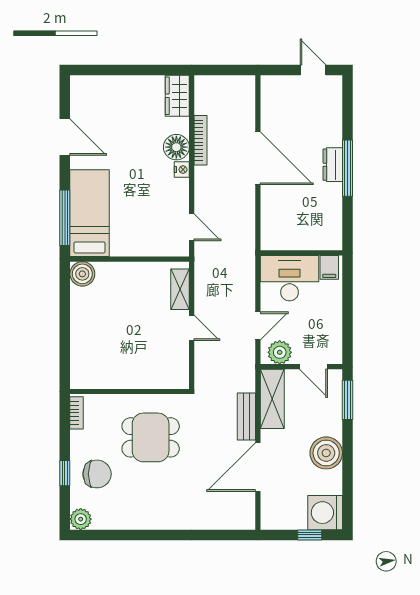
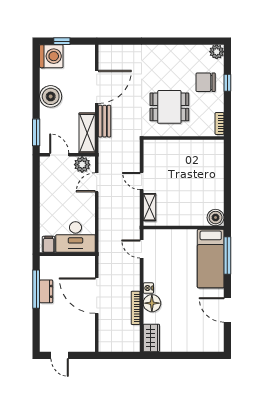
wall: (301, 253) -> (67, 254), moved
filing cabinet: (329, 267) -> (49, 244), moved
desk: (289, 278) -> (75, 237), moved

